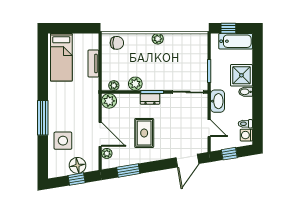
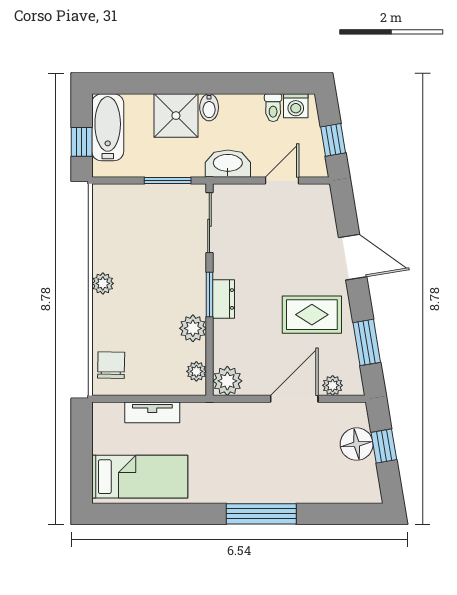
rug: (144, 133) -> (312, 315), moved
side table: (63, 141) -> (307, 473), removed
door: (187, 161) -> (353, 257), moved

